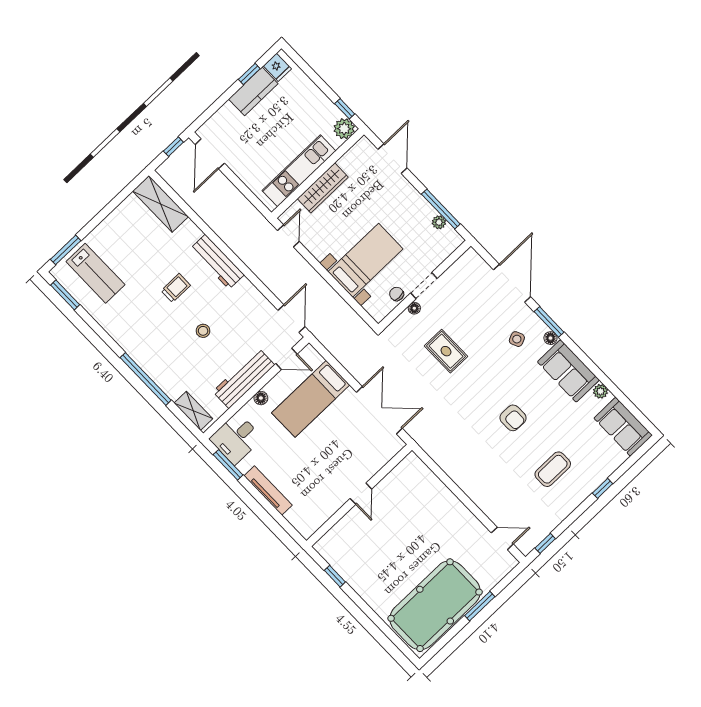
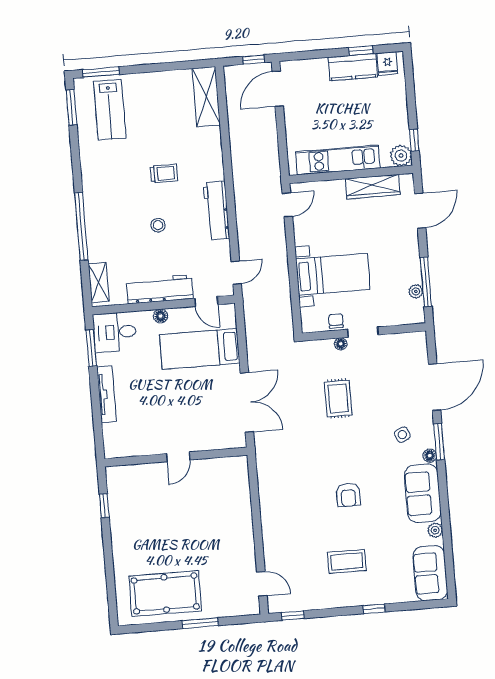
wardrobe: (323, 188) -> (373, 187), moved
workbench: (217, 262) -> (216, 211), moved
door: (291, 319) -> (236, 273), width x0.73
pool table: (435, 605) -> (165, 593), width x0.73, depth x0.76

